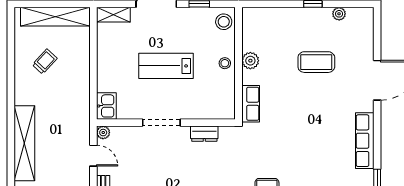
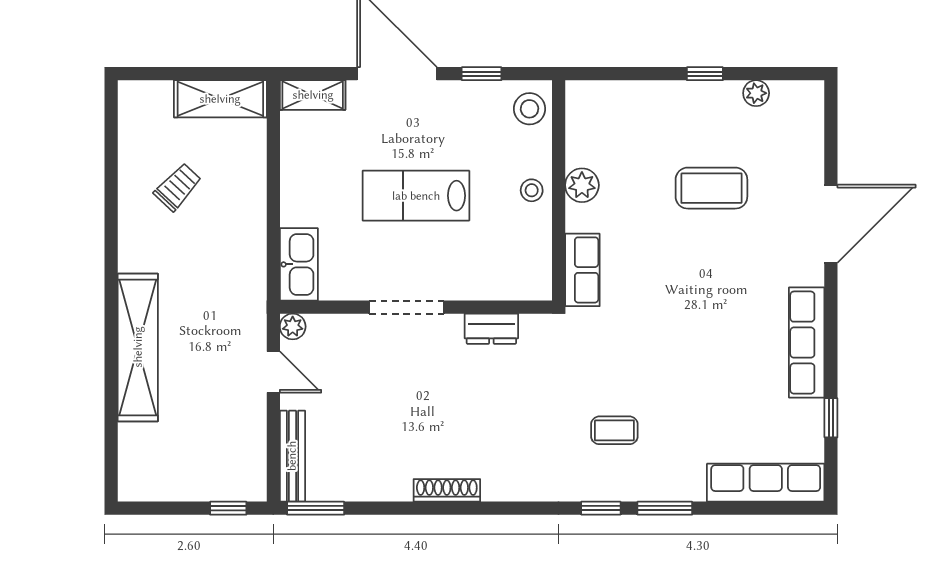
shelving: (55, 17) -> (220, 99), width x0.68
kitchen sink: (106, 106) -> (299, 264), width x1.38

